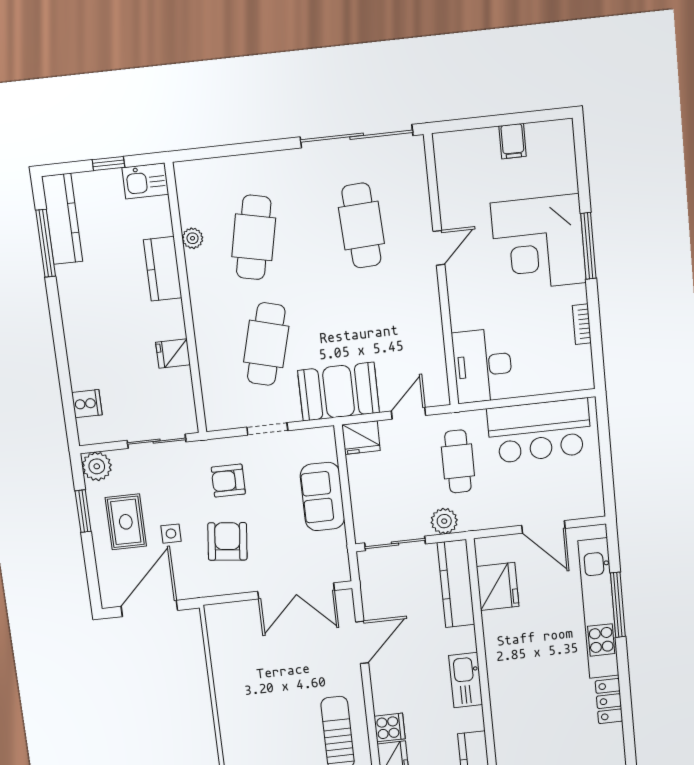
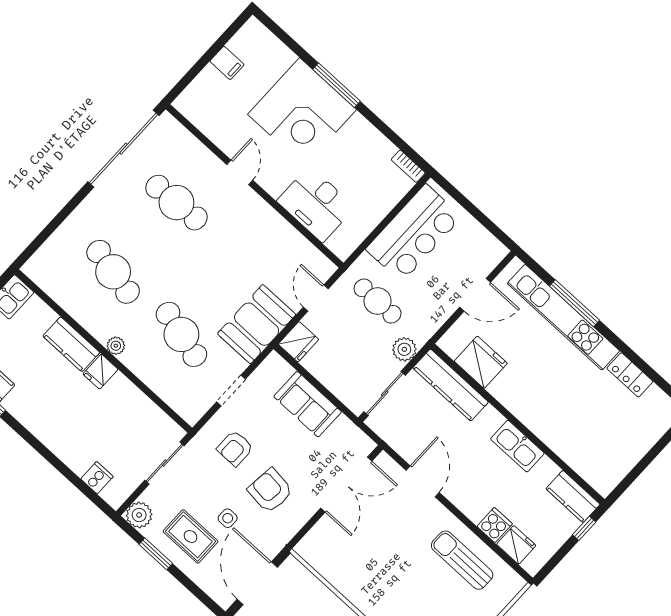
plant: (193, 238) -> (116, 346), moved
bookcase: (582, 324) -> (408, 166), moved
fridge: (173, 354) -> (100, 372), moved
desk: (483, 366) -> (316, 204), moved

